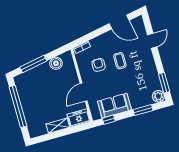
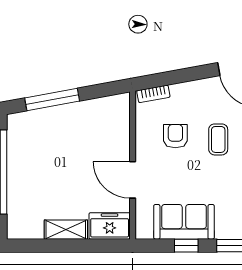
boiler: (56, 63) -> (96, 110), removed
door: (84, 92) -> (133, 180), hinge flipped
window: (109, 120) -> (186, 246), moved

